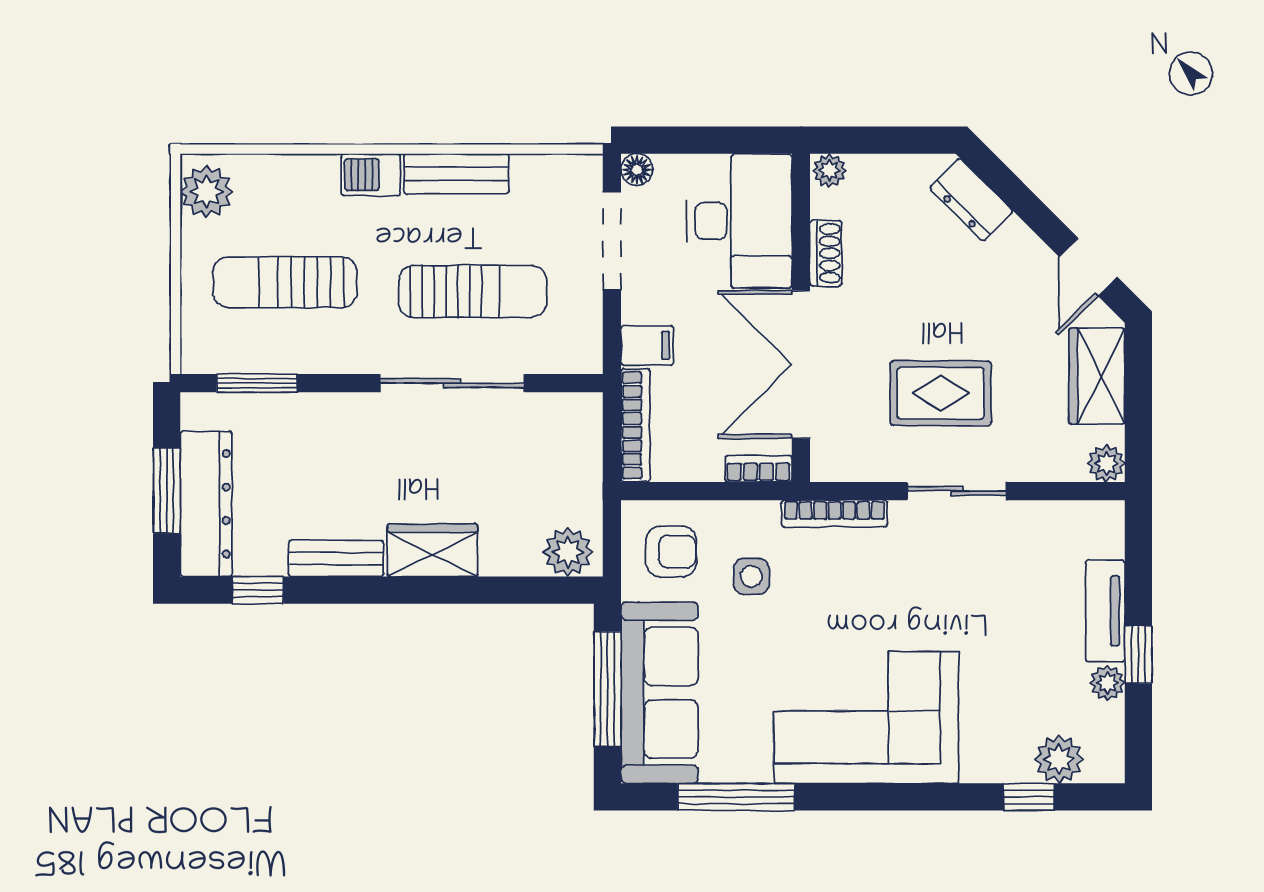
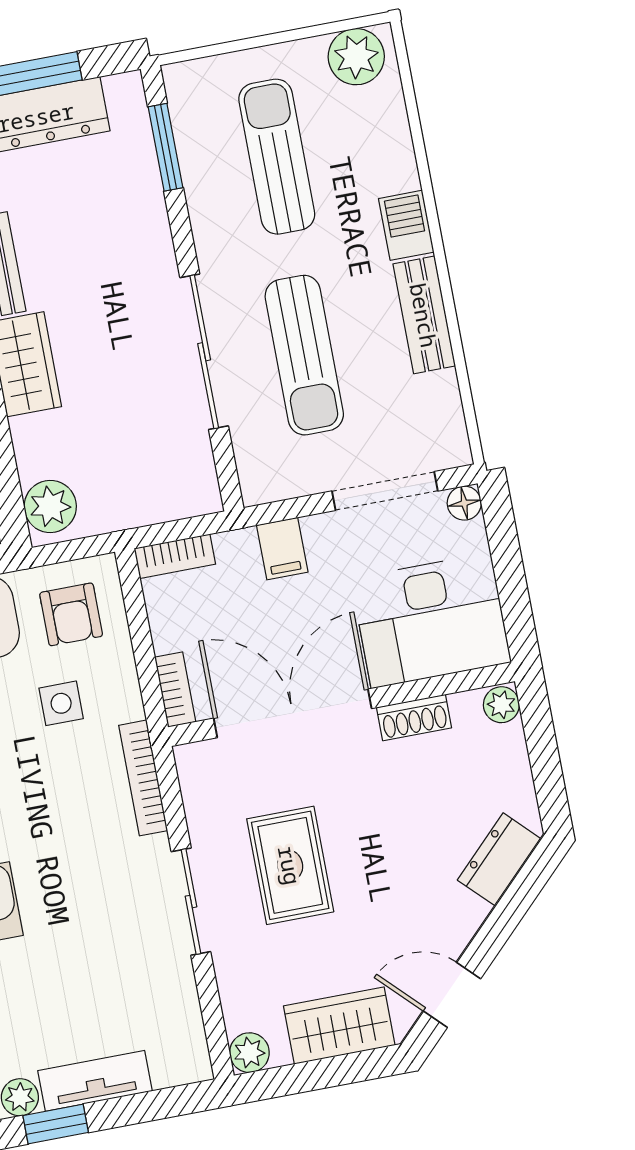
bookcase: (635, 425) -> (175, 556), width x0.64

